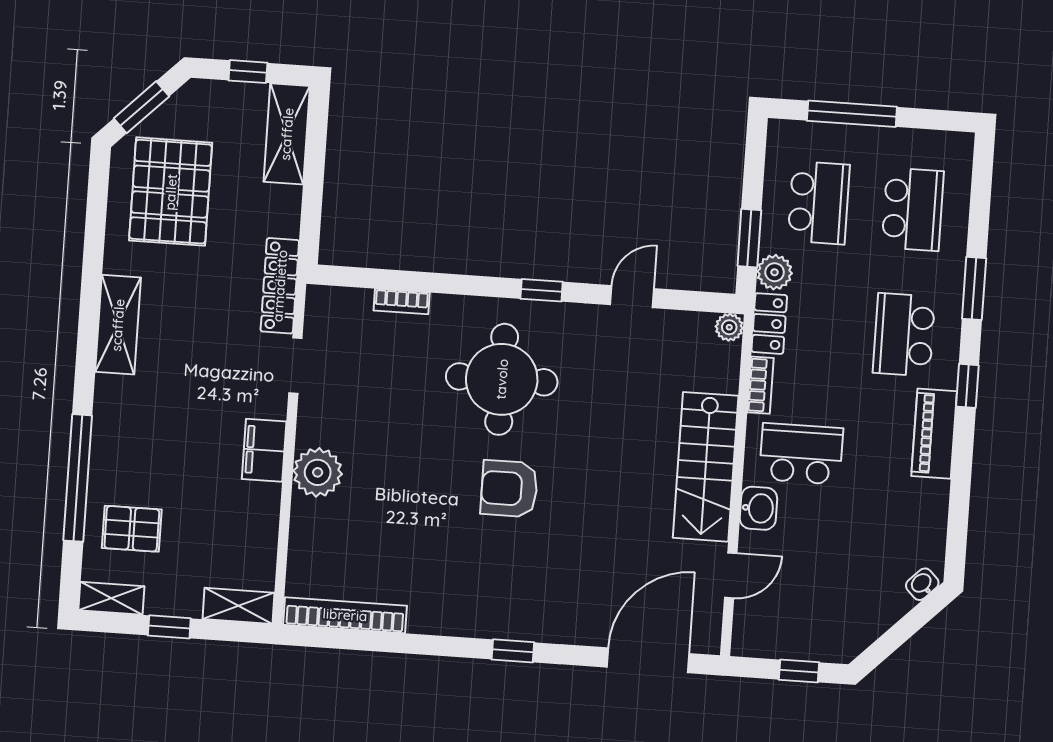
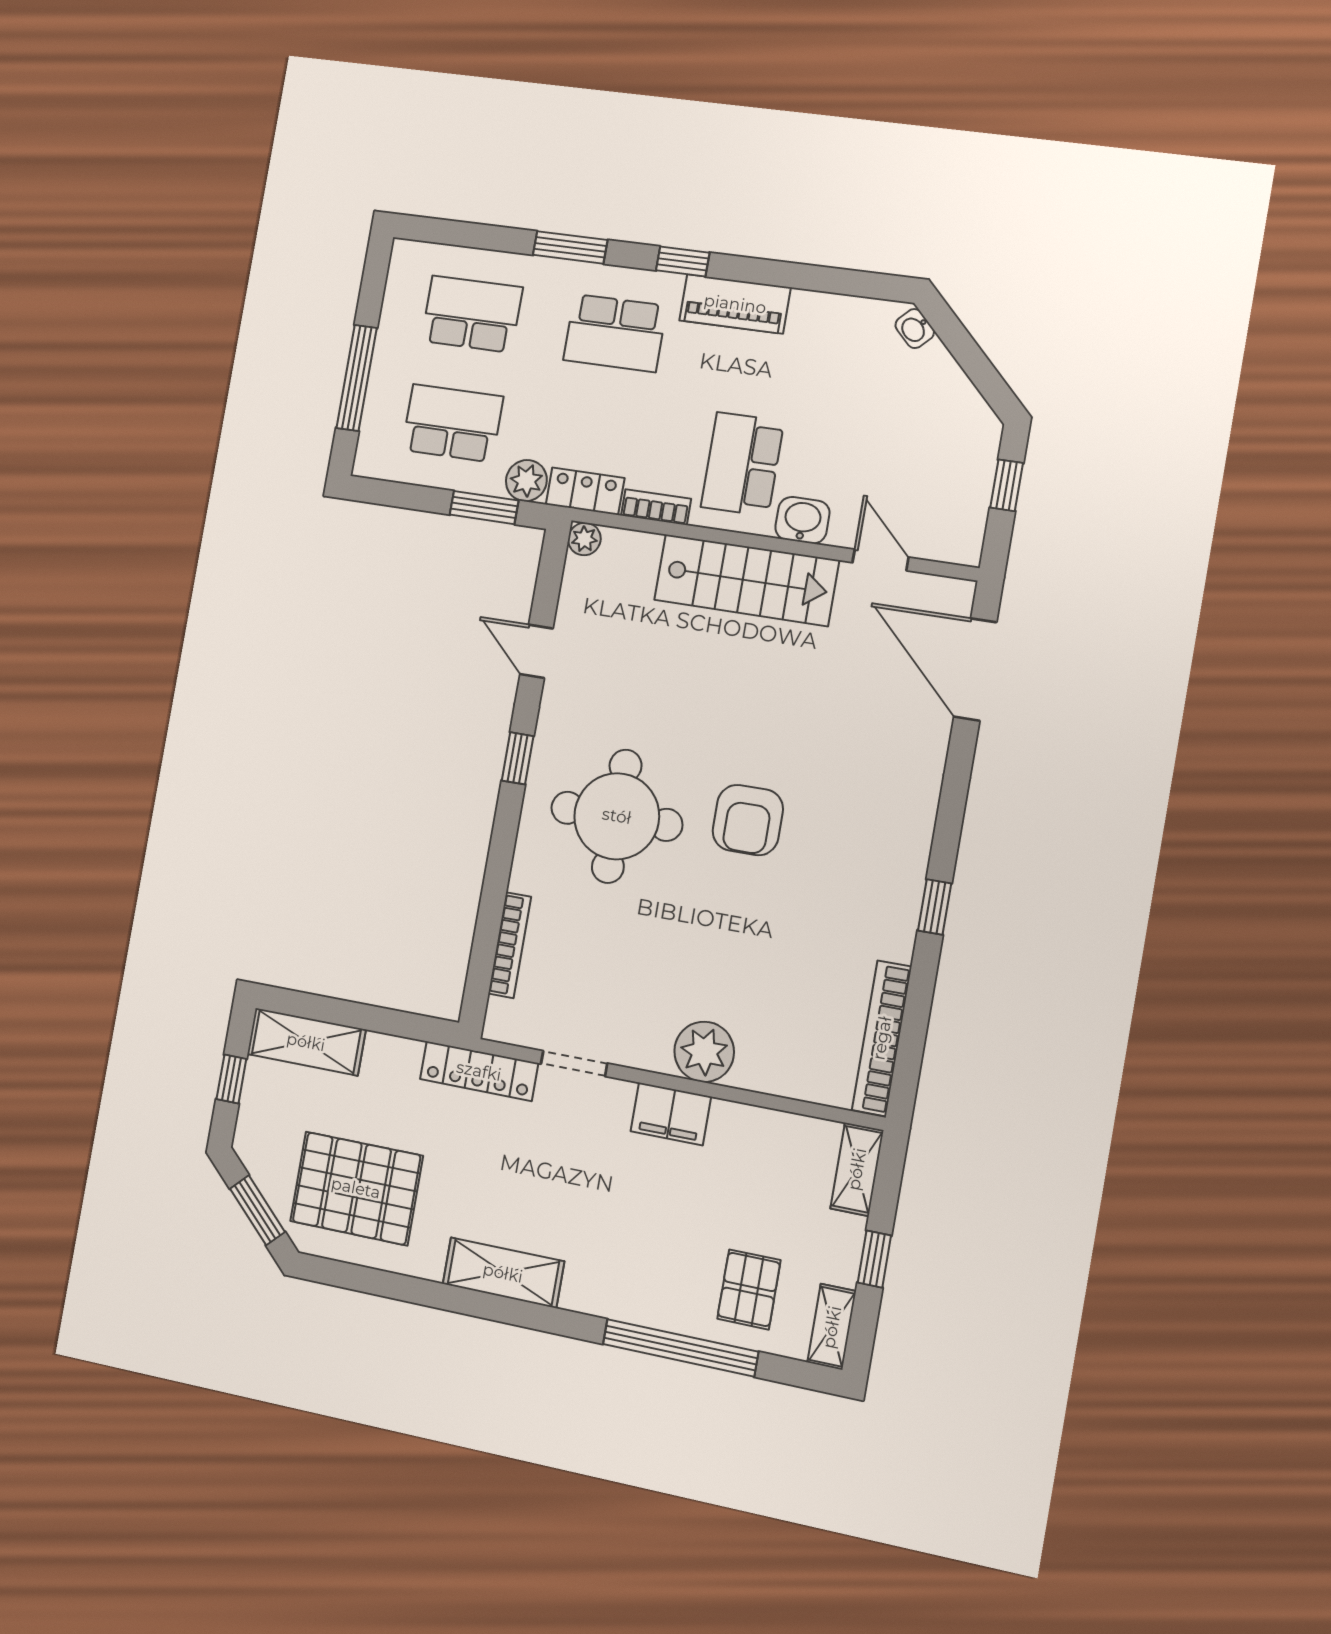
bookcase: (402, 301) -> (510, 945), width x1.56
window: (513, 651) -> (935, 907), moved

